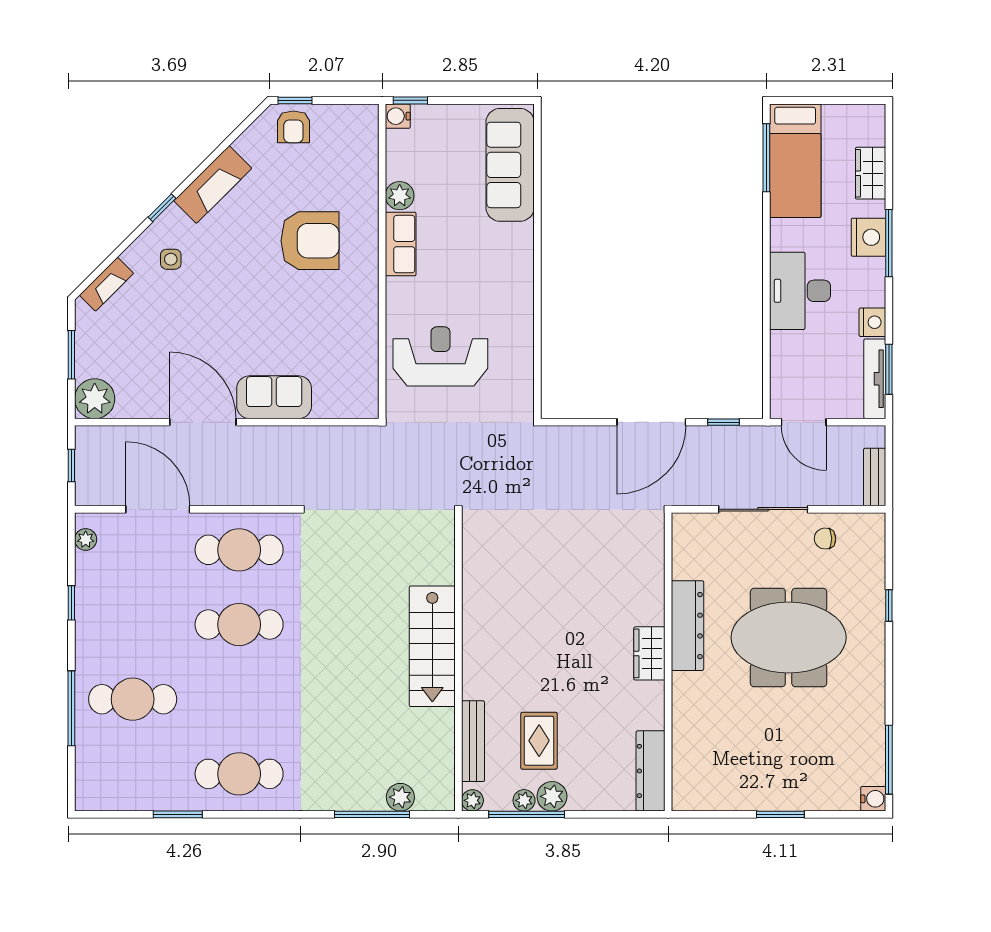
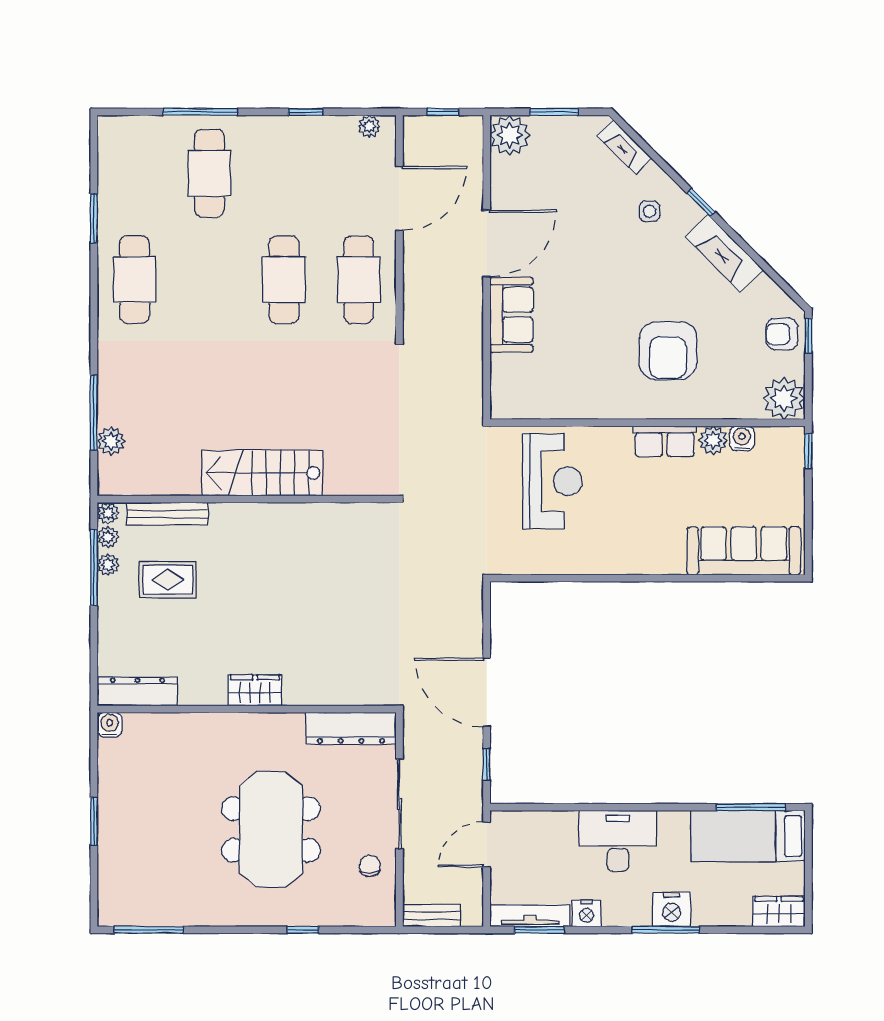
water cooler: (398, 116) -> (742, 438), moved
plant: (358, 125) -> (784, 398), added
wardrobe: (871, 173) -> (779, 912), moved
dresser: (688, 626) -> (351, 728), moved
plant: (552, 796) -> (108, 537), moved, width x0.73, depth x0.73
water cooler: (873, 799) -> (110, 725), moved, turned 180

